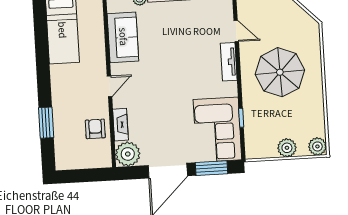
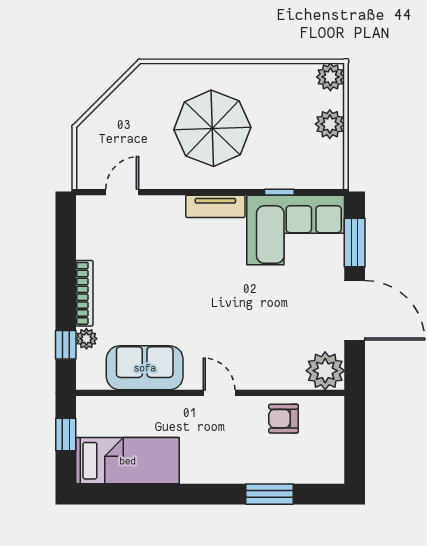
door: (236, 31) -> (122, 192), moved
tv unit: (229, 62) -> (215, 206), moved
fireplace: (121, 125) -> (279, 379), removed

